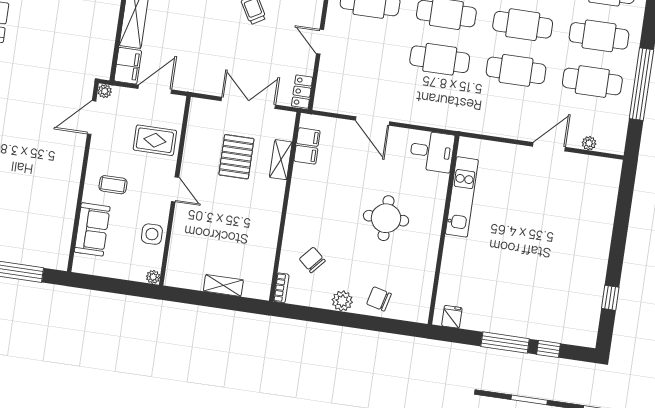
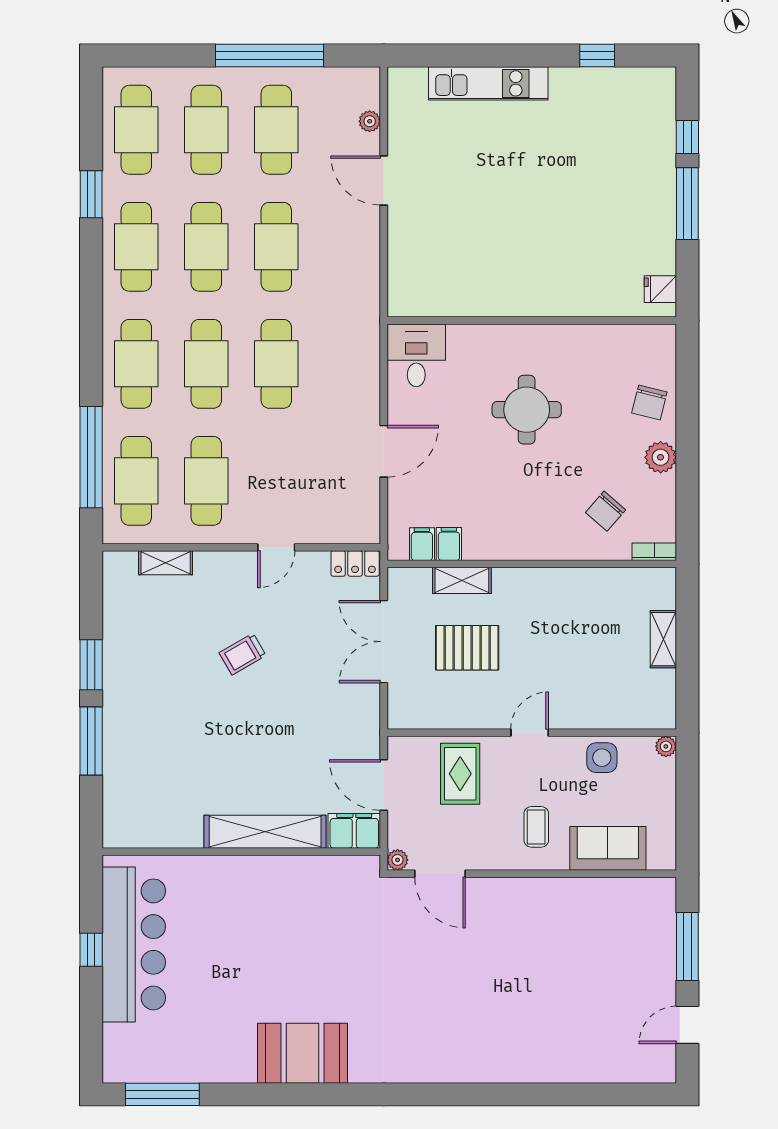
kitchen unit: (462, 197) -> (488, 83), moved, turned 180

